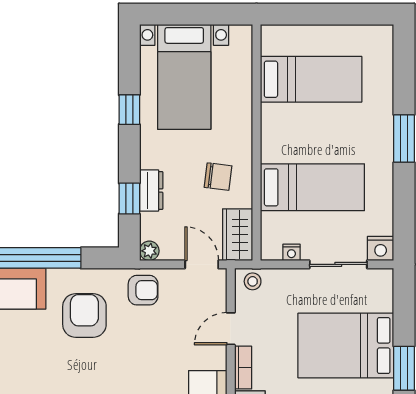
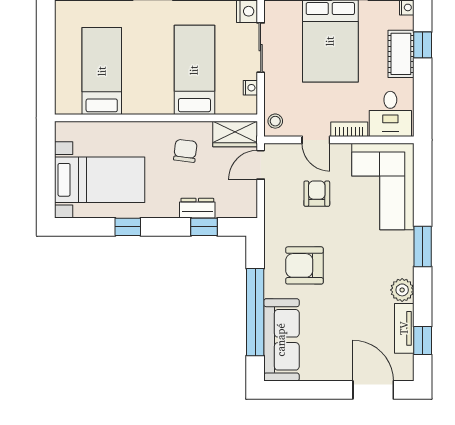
plant: (149, 251) -> (249, 210), removed
armchair: (143, 290) -> (317, 194), moved

